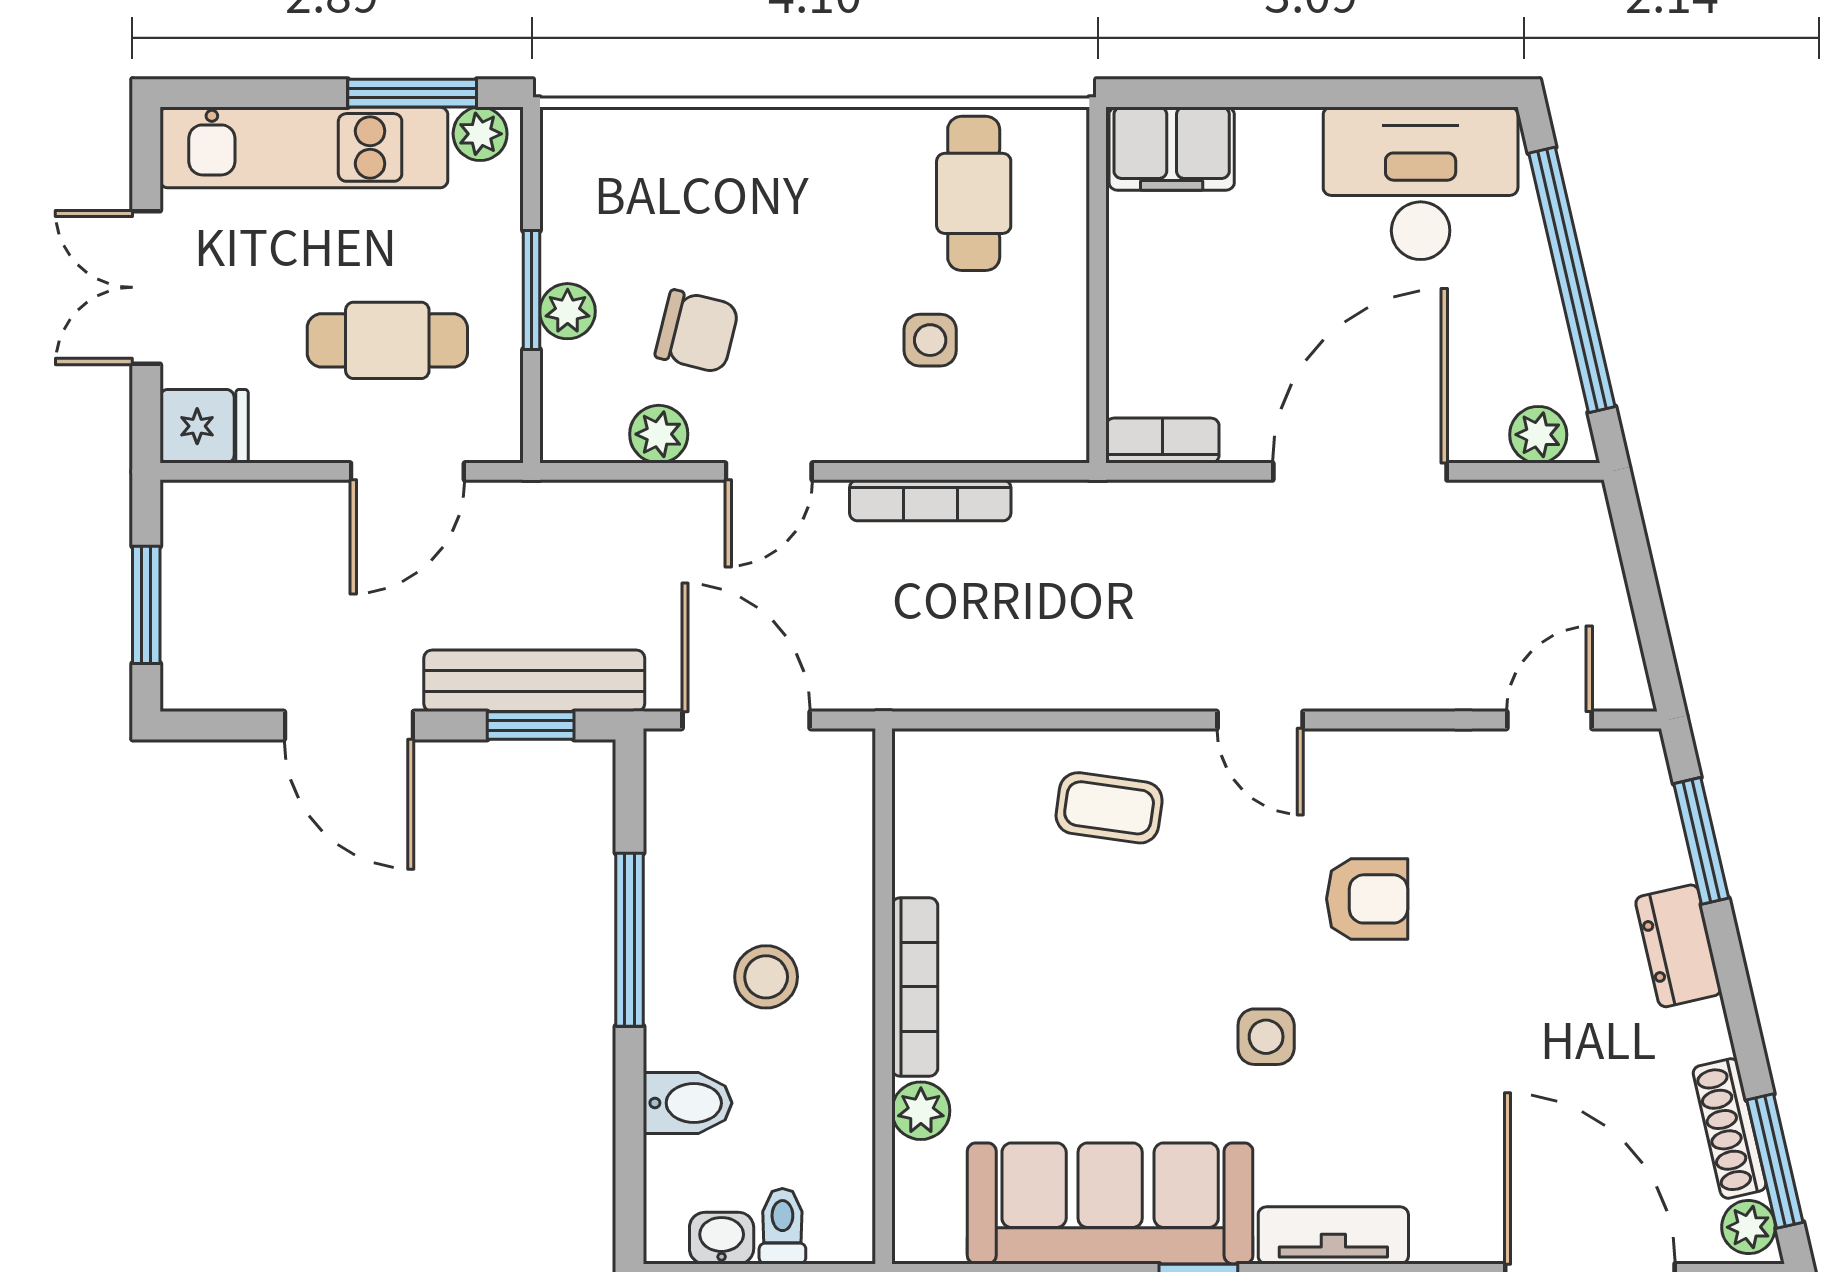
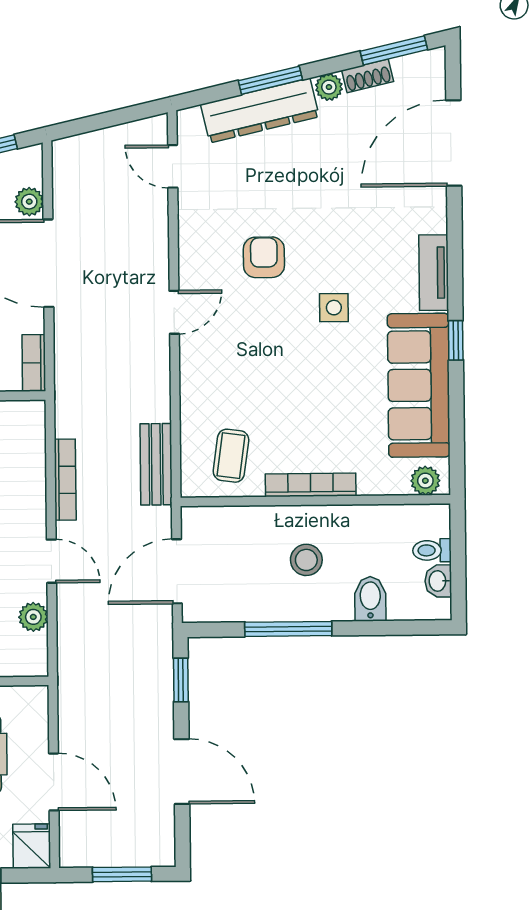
plant: (1538, 435) -> (29, 202), moved
door: (407, 471) -> (54, 782), moved
bench: (534, 681) -> (156, 464), moved, width x0.73
door: (349, 726) -> (182, 772), hinge flipped
coffee table: (1109, 808) -> (231, 456), moved
window: (1701, 841) -> (270, 80), moved
dresser: (1678, 946) -> (260, 111), width x1.96, depth x1.24
plant: (921, 1111) -> (425, 481), moved
shoe rack: (1730, 1128) -> (368, 76), width x0.70
plant: (1749, 1227) -> (329, 87), moved

